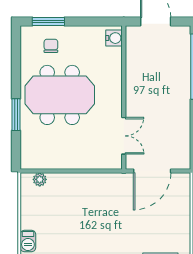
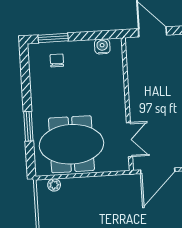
water cooler: (114, 38) -> (102, 46), moved, turned -90
meeting table: (60, 95) -> (71, 144), moved

